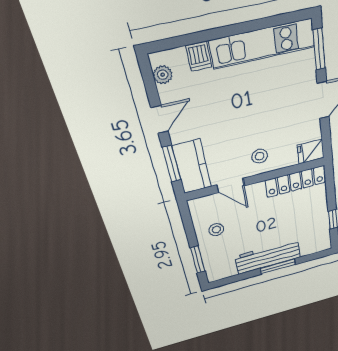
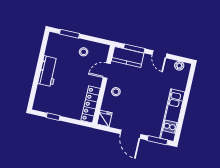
dishwasher: (199, 56) -> (180, 85), removed
workbench: (268, 257) -> (48, 71), width x0.73
window: (278, 266) -> (37, 74), removed

